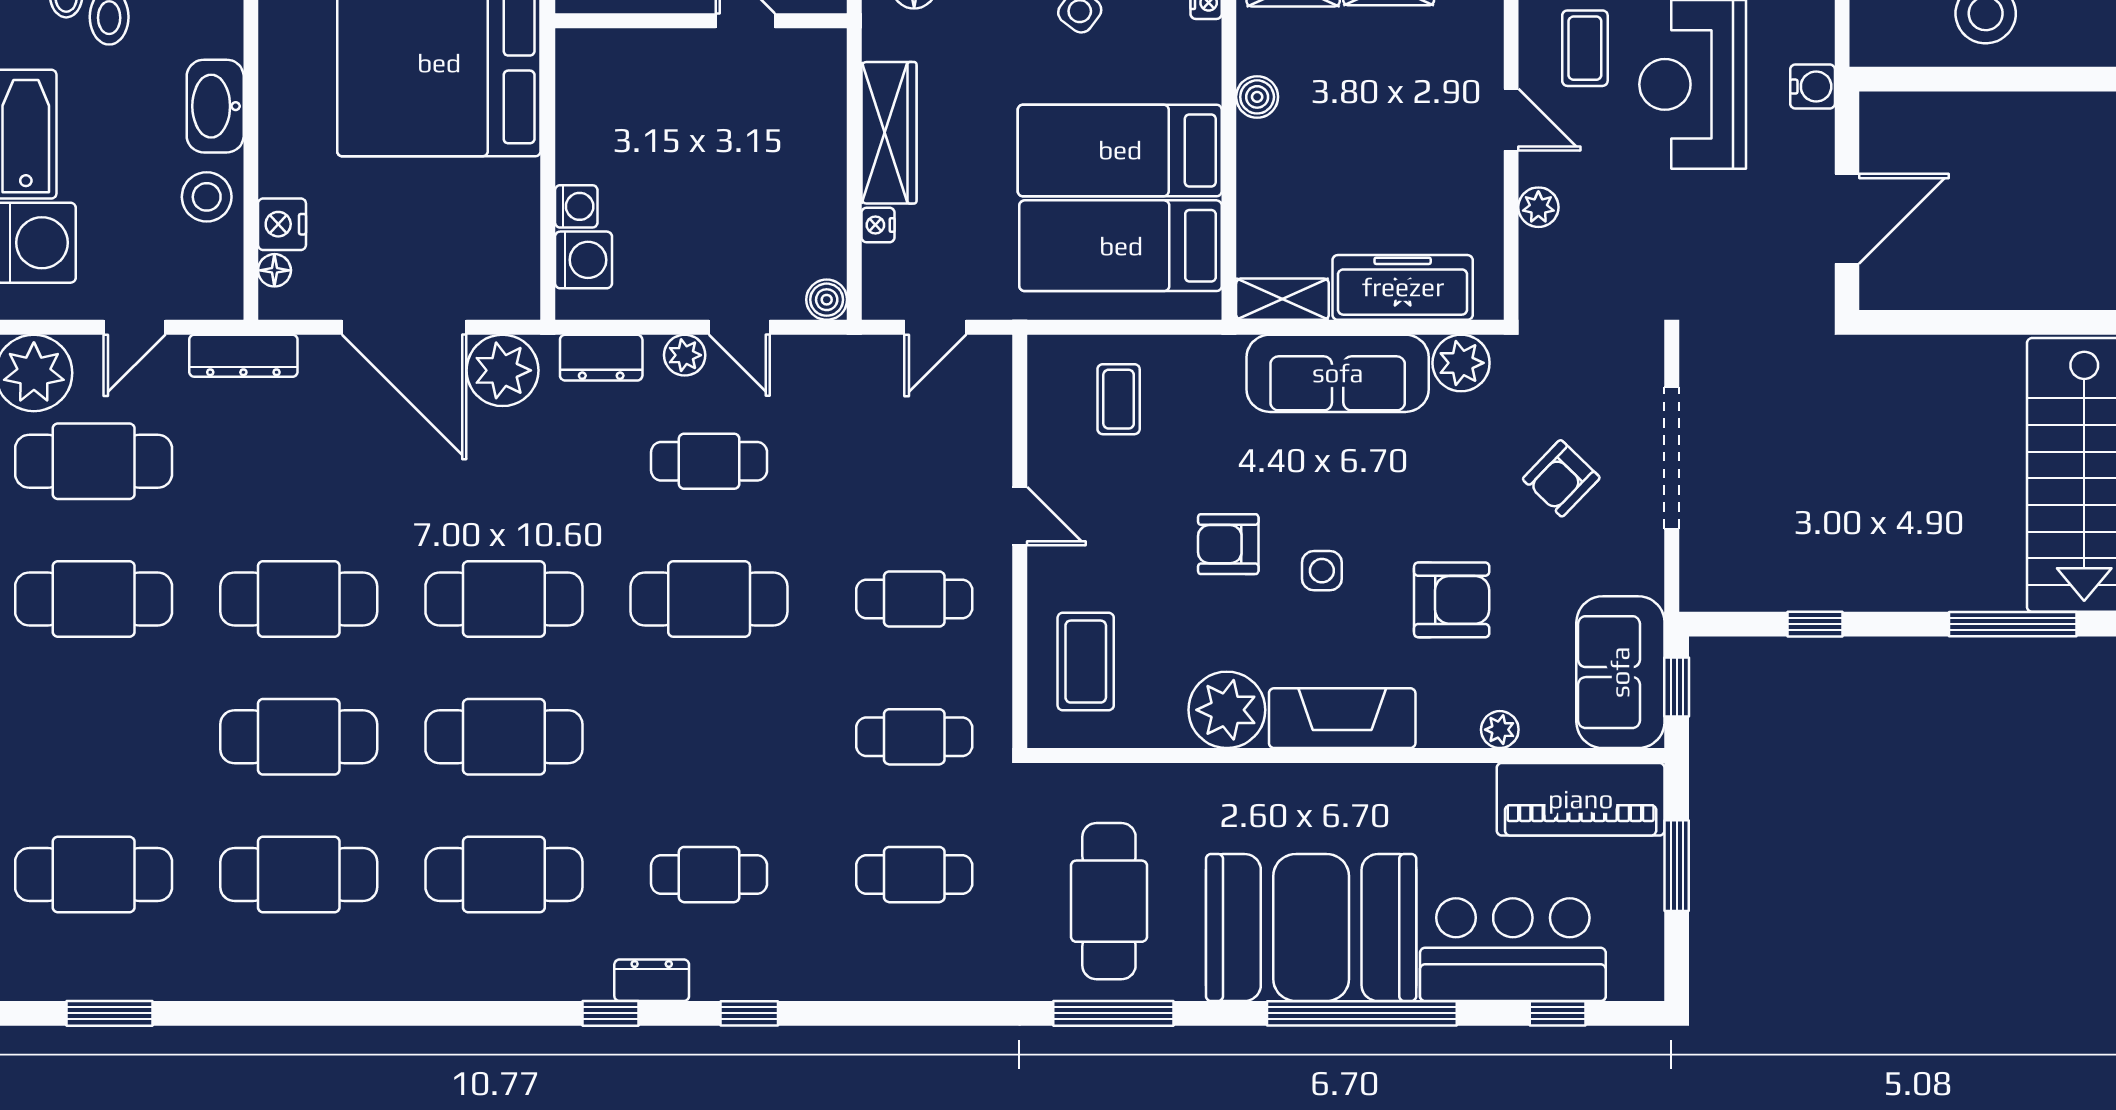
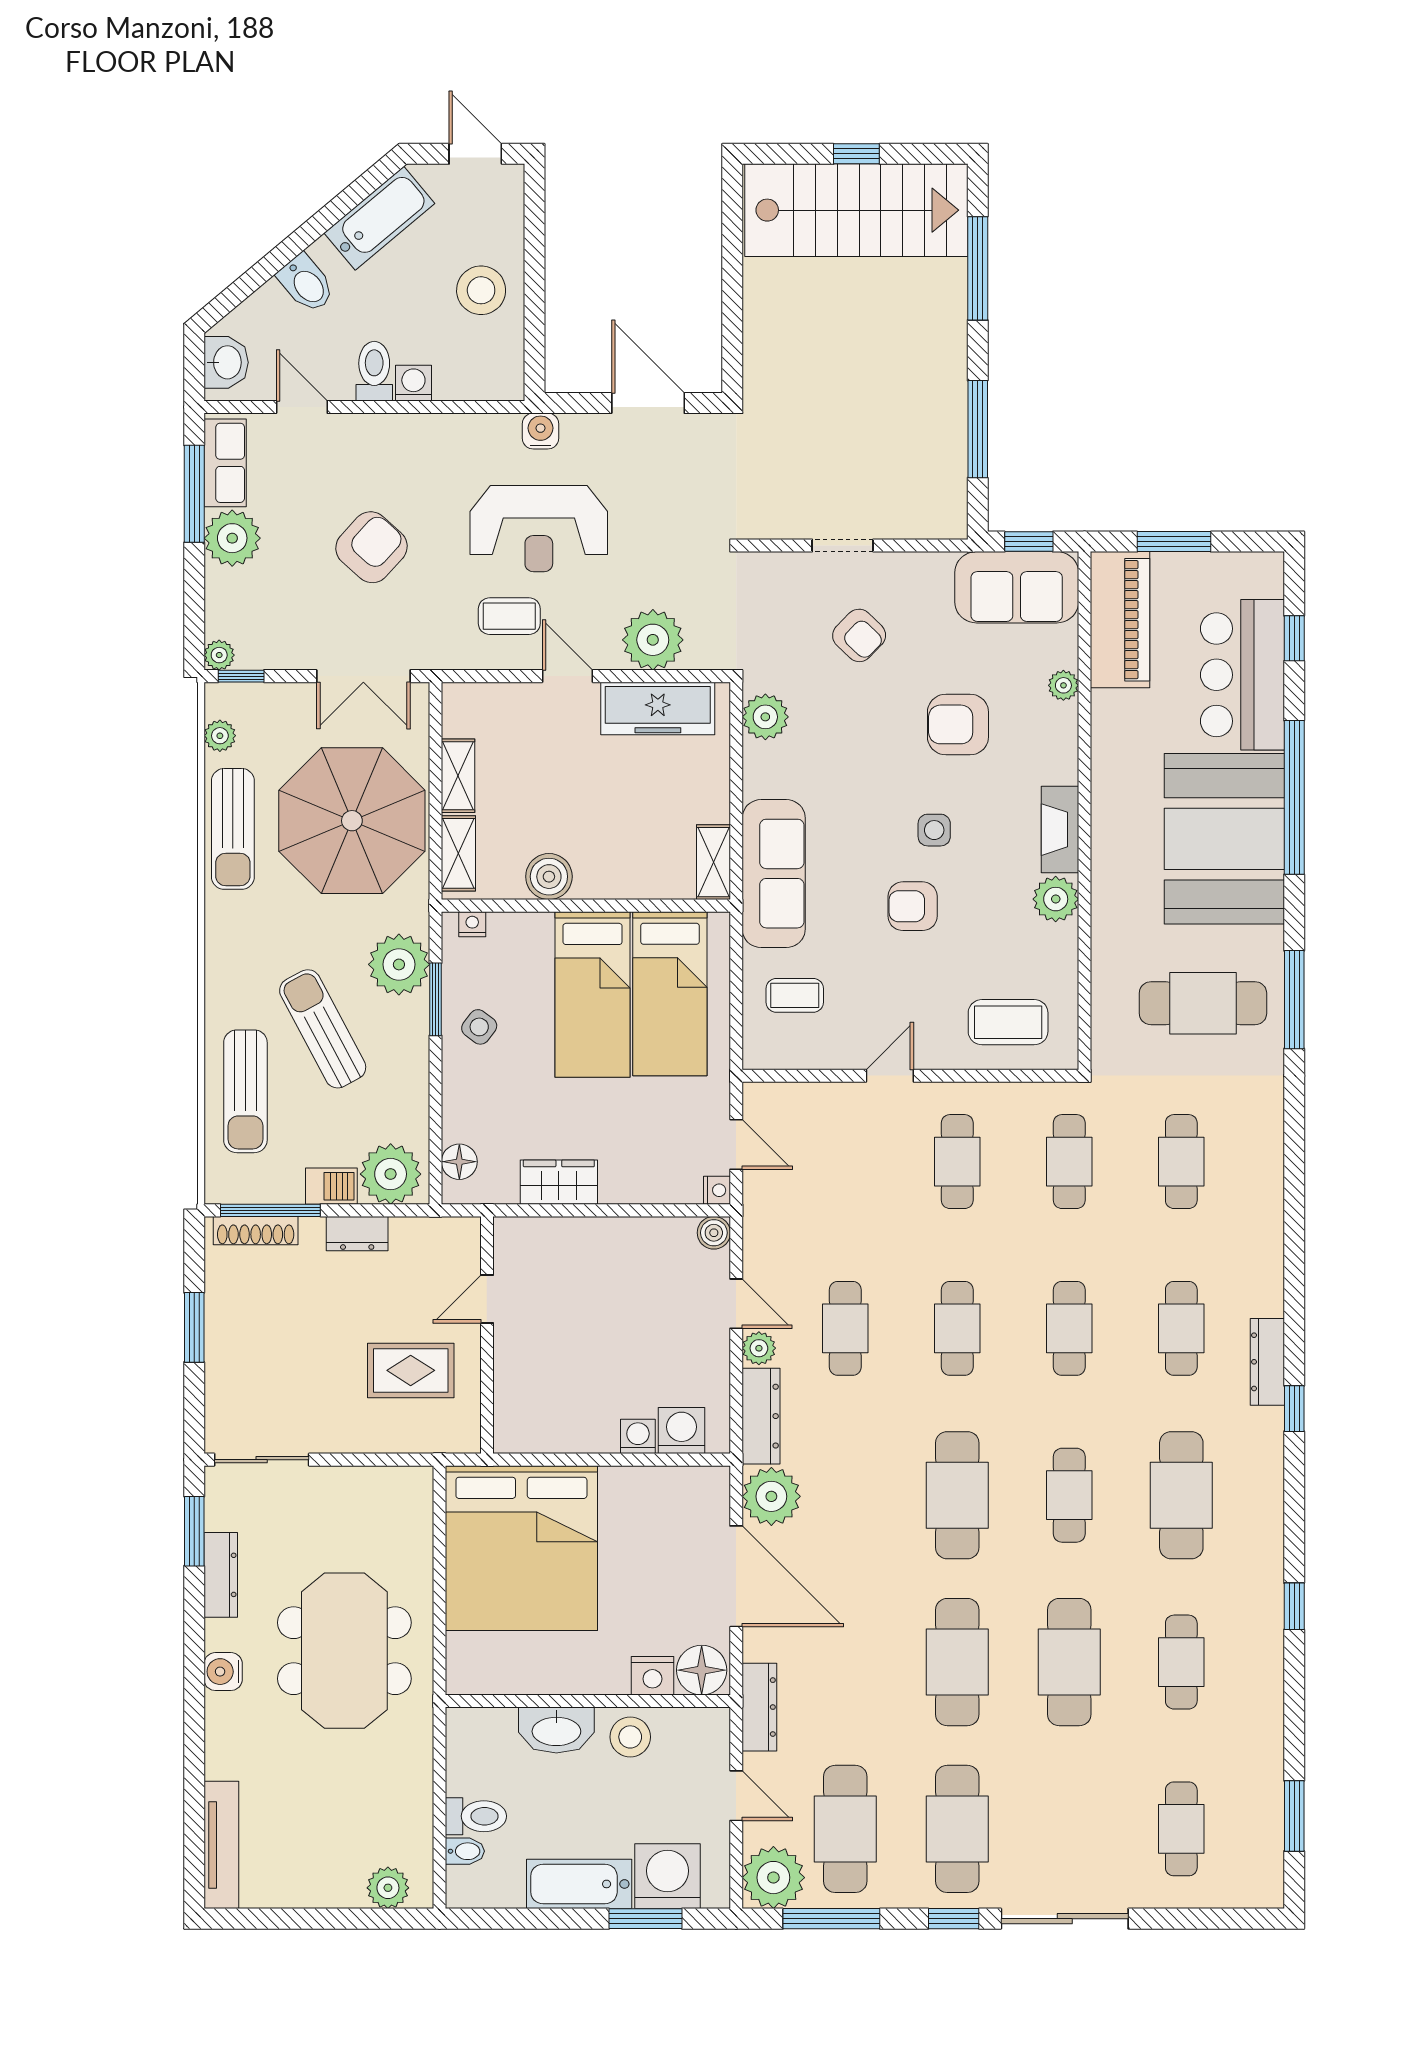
boiler: (1257, 97) -> (549, 877), width x1.36, depth x1.36
door: (1511, 120) -> (567, 676), hinge flipped
wardrobe: (889, 133) -> (559, 1182), width x0.67
plant: (1538, 207) -> (653, 640), width x1.87, depth x1.87
nightstand: (878, 225) -> (717, 1190), moved, turned -90
floor lamp: (274, 270) -> (702, 1670), width x1.89, depth x1.89
freezer: (1403, 287) -> (658, 708), moved, turned -90
door: (404, 327) -> (736, 1576), hinge flipped
door: (739, 327) -> (736, 1304), hinge flipped
dresser: (601, 358) -> (761, 1416), width x1.44
sofa: (1338, 373) -> (774, 874), moved
doorway: (1672, 458) -> (843, 546), width x0.53
armchair: (1228, 544) -> (913, 906), turned 90
cafe table: (709, 599) -> (957, 1328), width x0.73, depth x0.74
armchair: (1452, 600) -> (958, 724), turned -90
window: (1815, 624) -> (978, 429), width x2.17
plant: (1227, 710) -> (1056, 899), width x0.73, depth x0.73
fireplace: (1342, 718) -> (1060, 830), width x0.73, depth x0.76
cafe table: (504, 737) -> (1069, 1495), width x0.73, depth x0.74
cafe table: (709, 737) -> (1069, 1328), added
cafe table: (94, 875) -> (1181, 1829), width x0.73, depth x0.74
cafe table: (299, 875) -> (1181, 1662), width x0.73, depth x0.74
dresser: (652, 980) -> (1267, 1362), width x1.44
window: (749, 1013) -> (1294, 1606), moved

